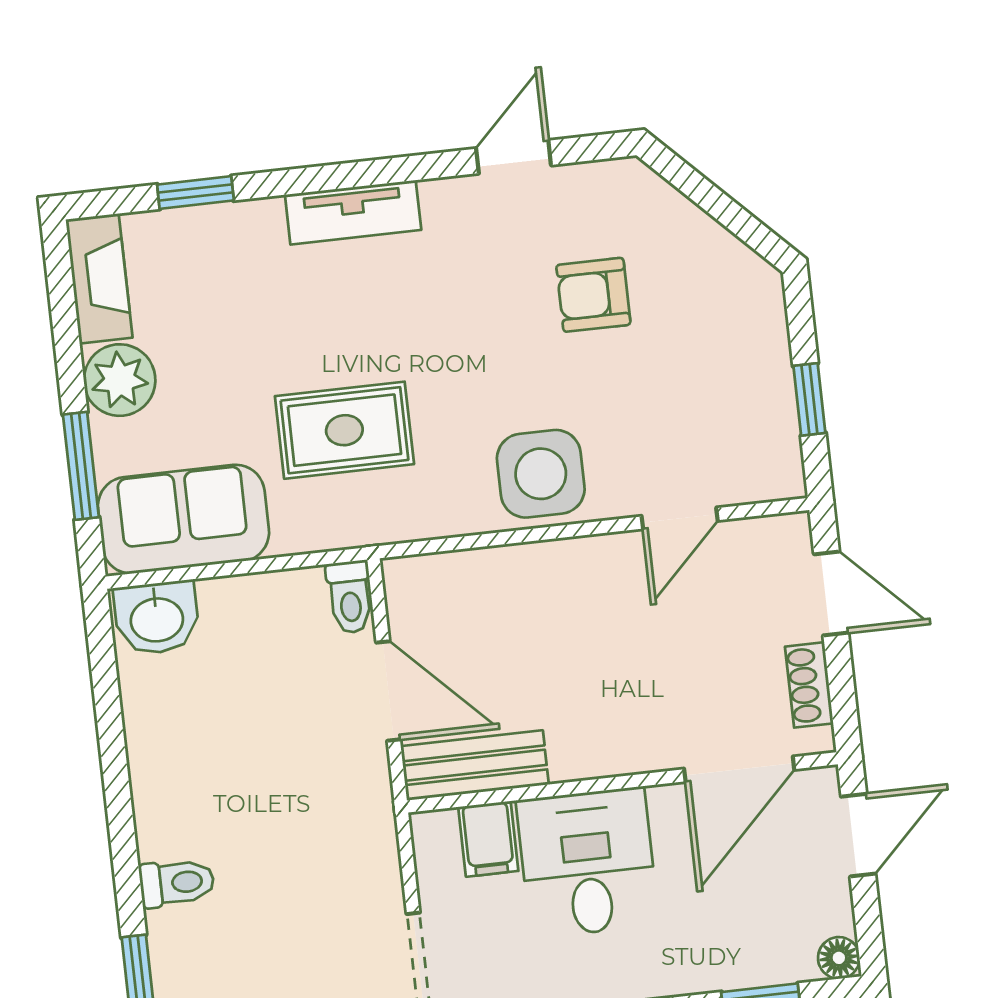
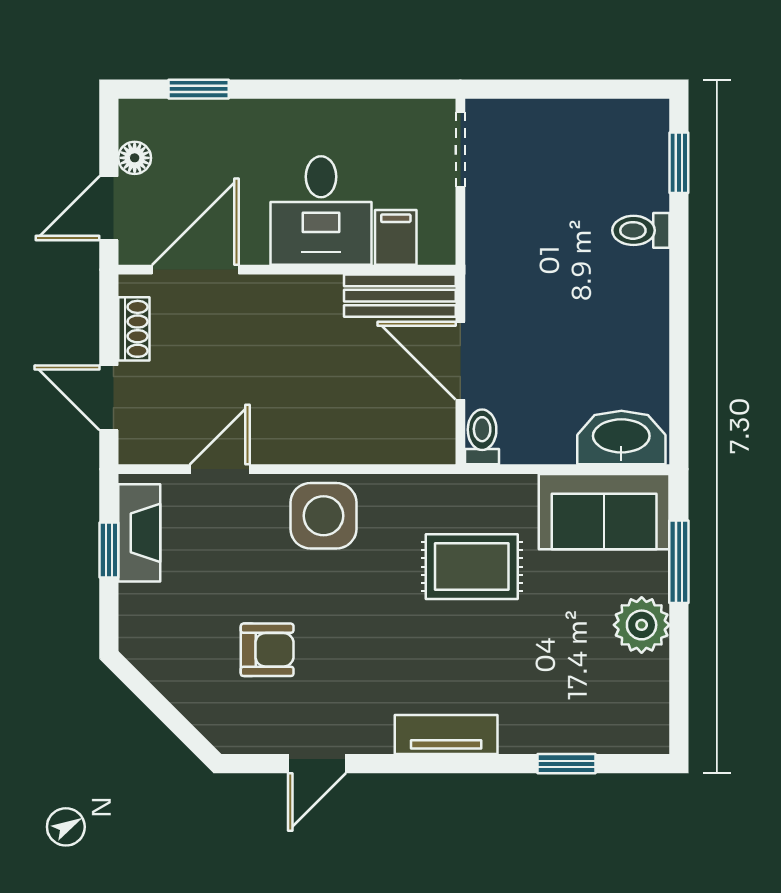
fireplace: (99, 278) -> (139, 533), moved, turned 180
washbasin: (157, 618) -> (621, 437), width x1.38
floor lamp: (839, 958) -> (135, 158), moved

